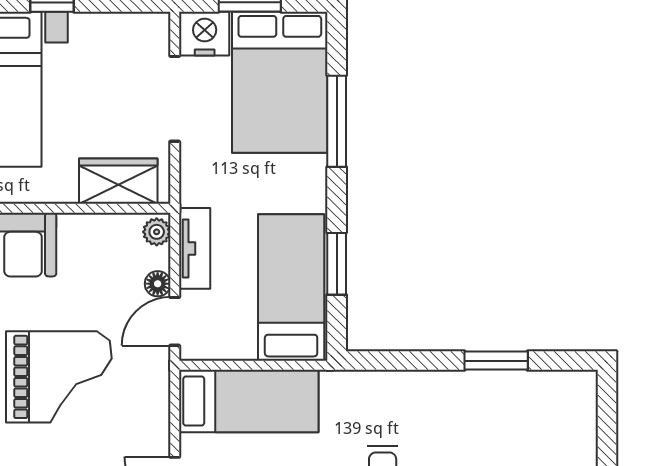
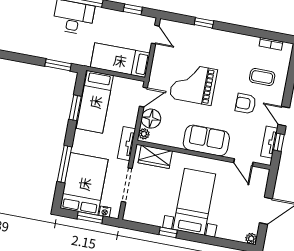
nightstand: (205, 34) -> (105, 212), width x0.53, depth x0.56
tv unit: (195, 248) -> (126, 144), moved
floor lamp: (158, 284) -> (151, 119), width x1.89, depth x1.89
window: (496, 361) -> (58, 65), moved

